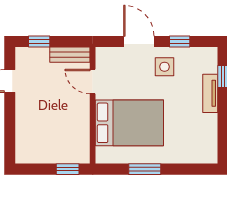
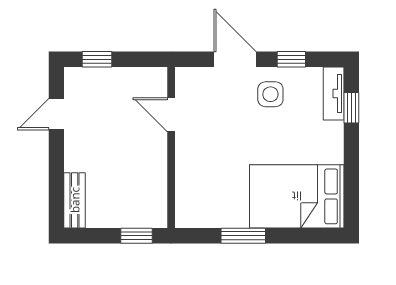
bench: (70, 55) -> (75, 200), moved, turned 90
tv unit: (210, 93) -> (334, 94), moved
bed: (129, 123) -> (297, 196), moved, turned 180

